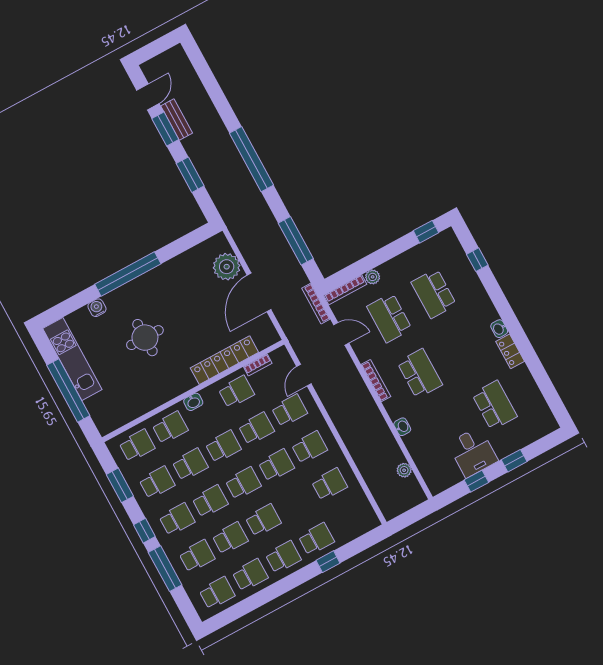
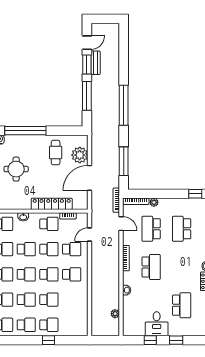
window: (190, 175) -> (87, 96), width x1.44
cafe table: (189, 282) -> (56, 152), added
school desk: (329, 484) -> (49, 300), moved

